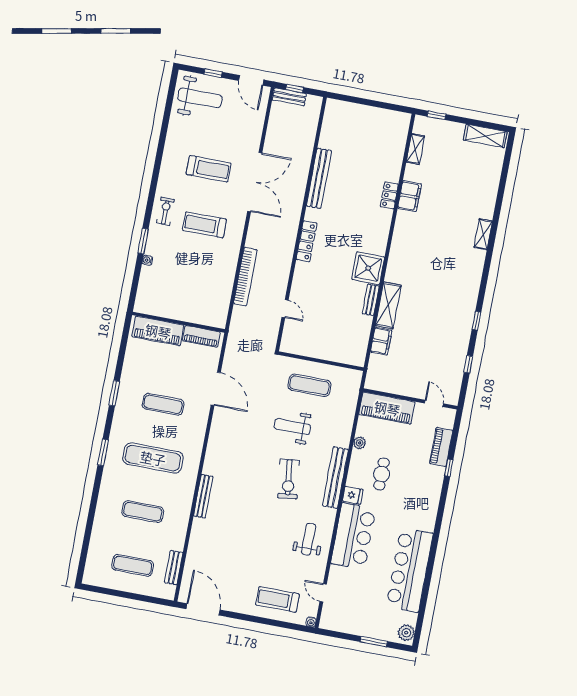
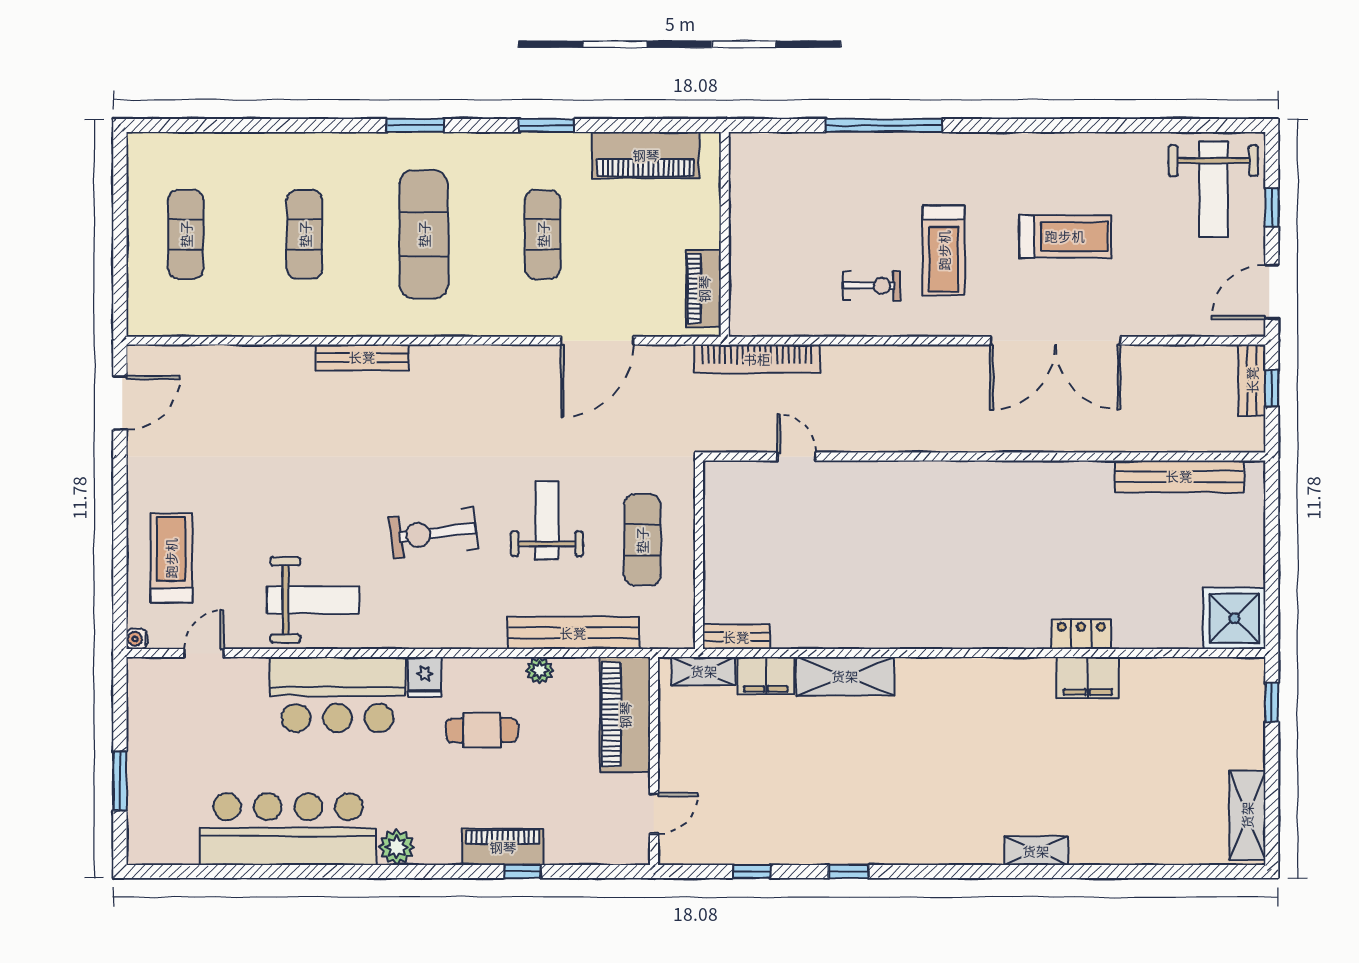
shelving: (415, 149) -> (704, 671), moved
treadmill: (209, 169) -> (1065, 236), turned -90
bench: (319, 178) -> (1179, 476), moved
exercise bike: (165, 211) -> (871, 286), moved
treadmill: (204, 225) -> (944, 250), turned 180
window: (143, 241) -> (884, 125), width x2.11
locker: (306, 241) -> (950, 475), removed
water cooler: (147, 260) -> (845, 142), removed
shower: (368, 268) -> (1234, 618), moved
bookcase: (245, 276) -> (757, 359), moved
bench: (371, 300) -> (736, 637), moved
door: (285, 309) -> (797, 457), swing flipped
piano: (158, 331) -> (646, 155), moved, turned -90
piano: (441, 447) -> (503, 847), moved
bench: (335, 478) -> (573, 633), moved
weight bench: (308, 539) -> (313, 600), width x1.36, depth x1.33
bench: (174, 568) -> (197, 323), removed
door: (203, 609) -> (120, 403), width x0.73
plant: (406, 633) -> (397, 847), moved

